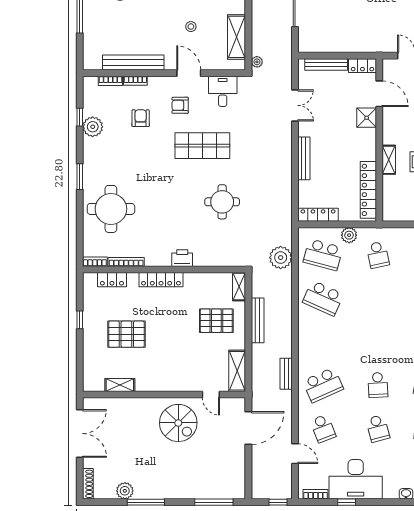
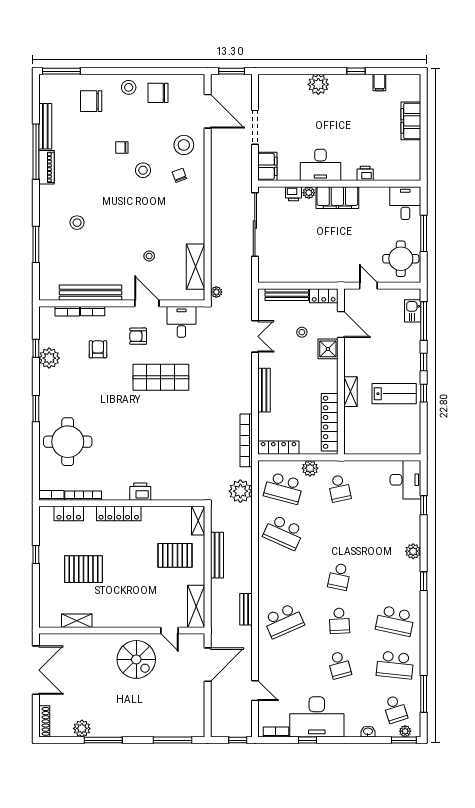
stool: (341, 101) -> (302, 332), added
round table: (222, 202) -> (181, 434), removed
bookcase: (286, 208) -> (246, 440), added
school desk: (323, 428) -> (339, 577), moved, turned 33

